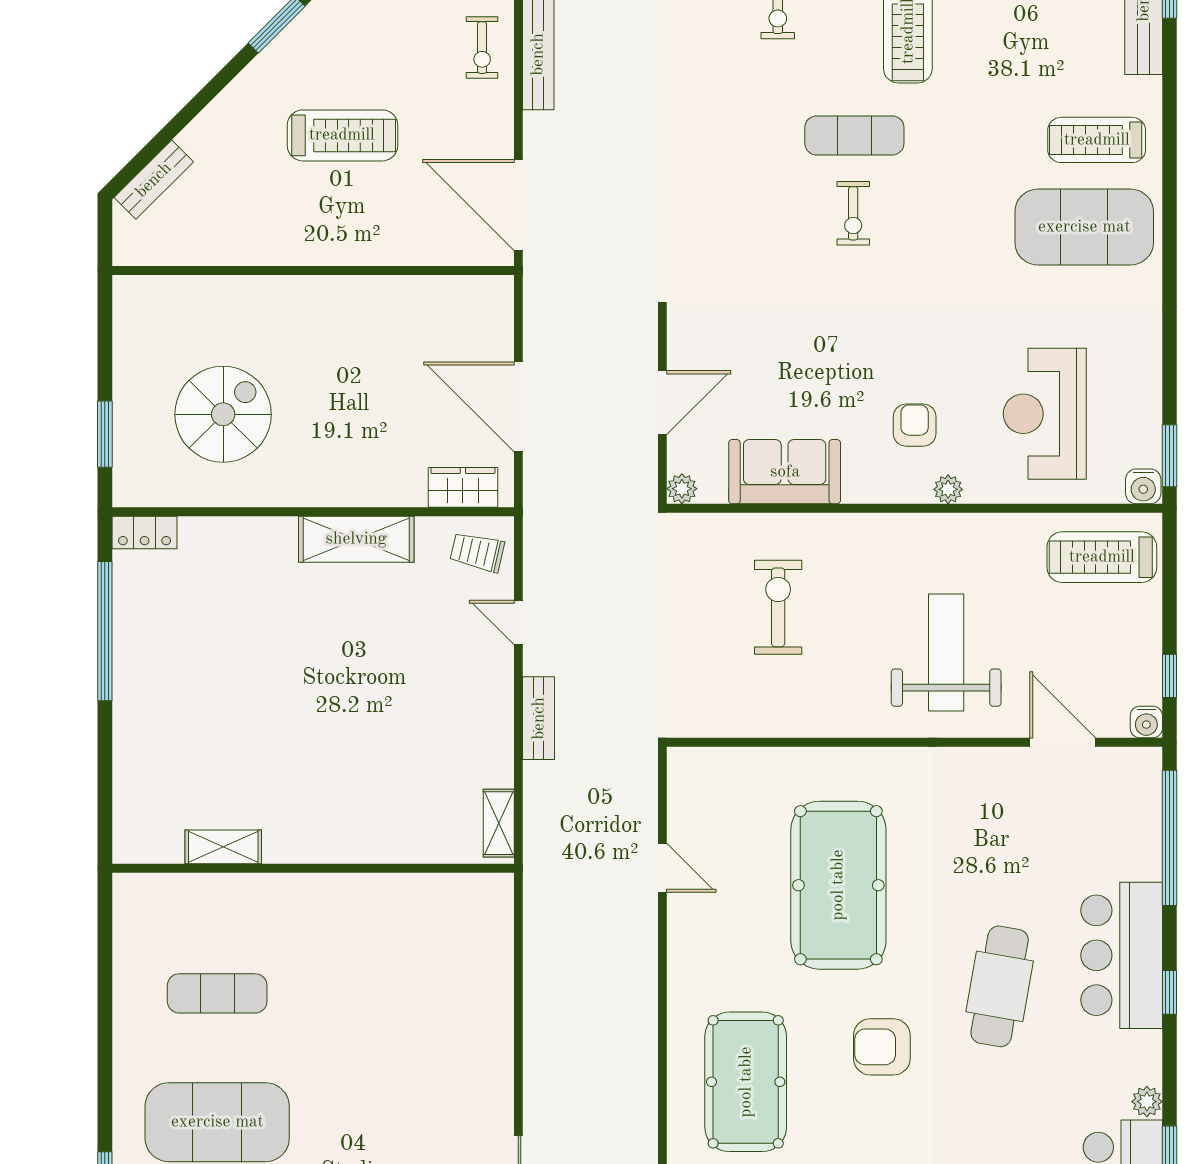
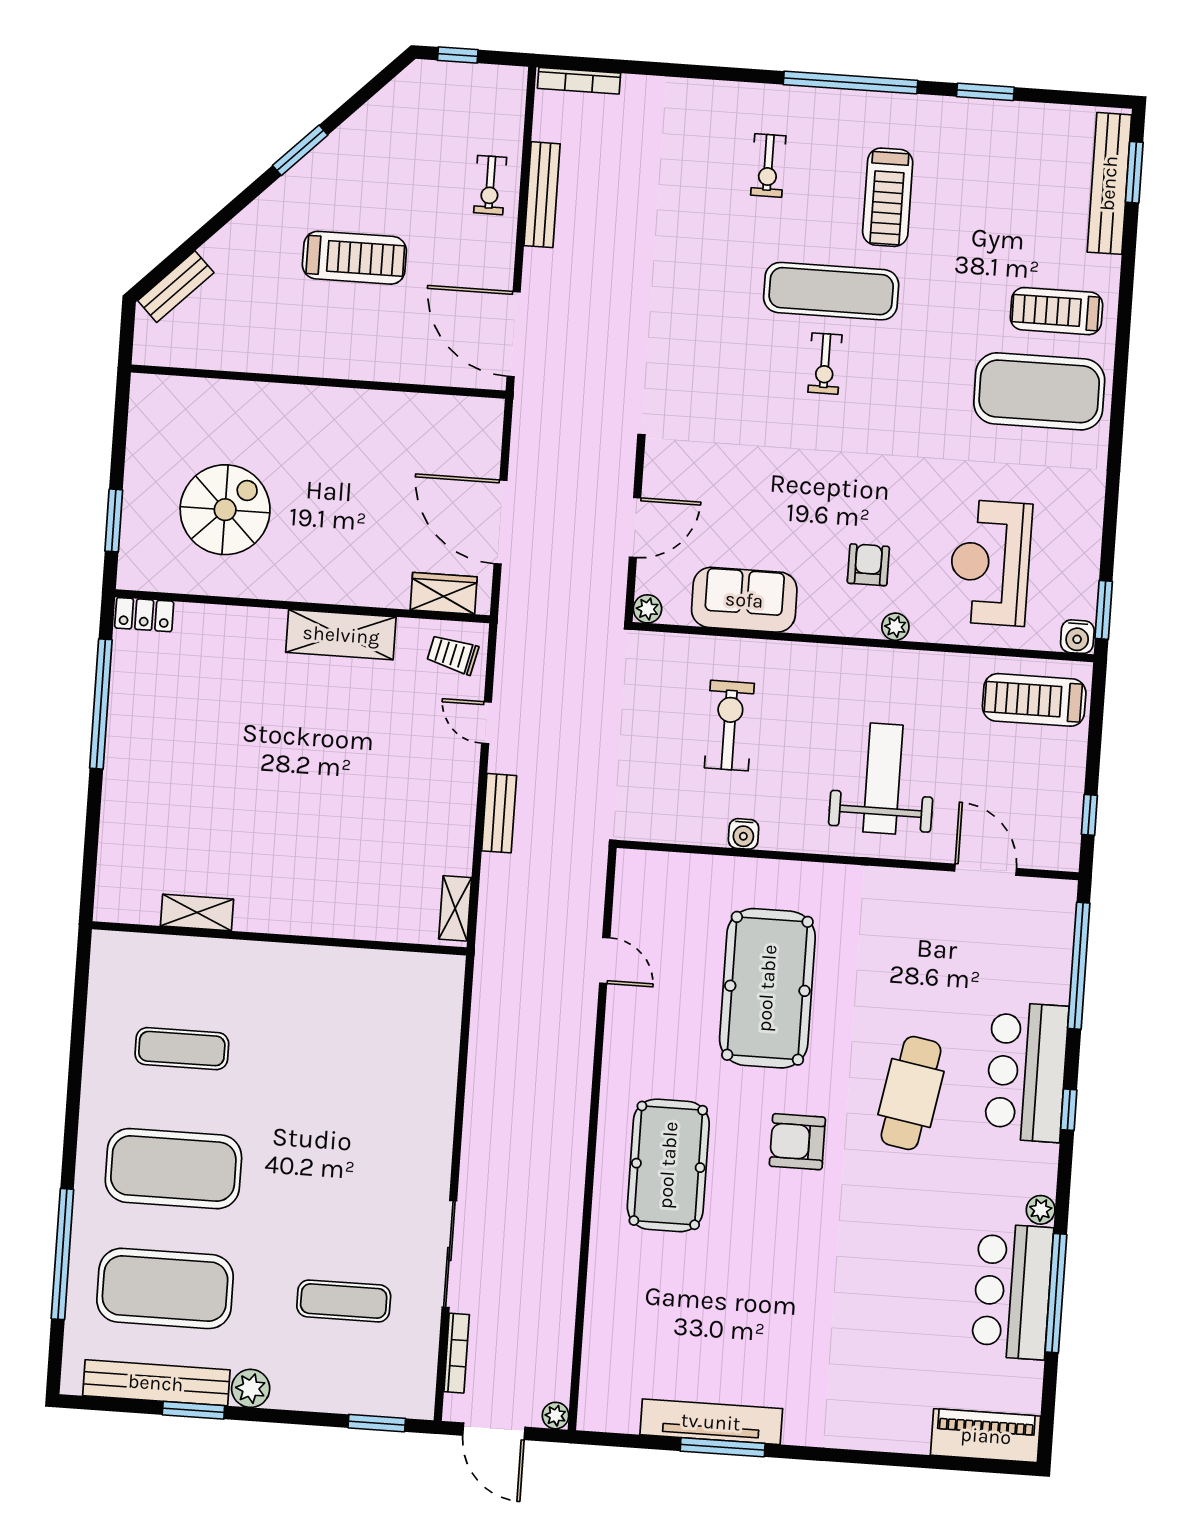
exercise mat: (854, 135) -> (831, 291), width x1.36, depth x1.45
water cooler: (1146, 722) -> (744, 834), moved

